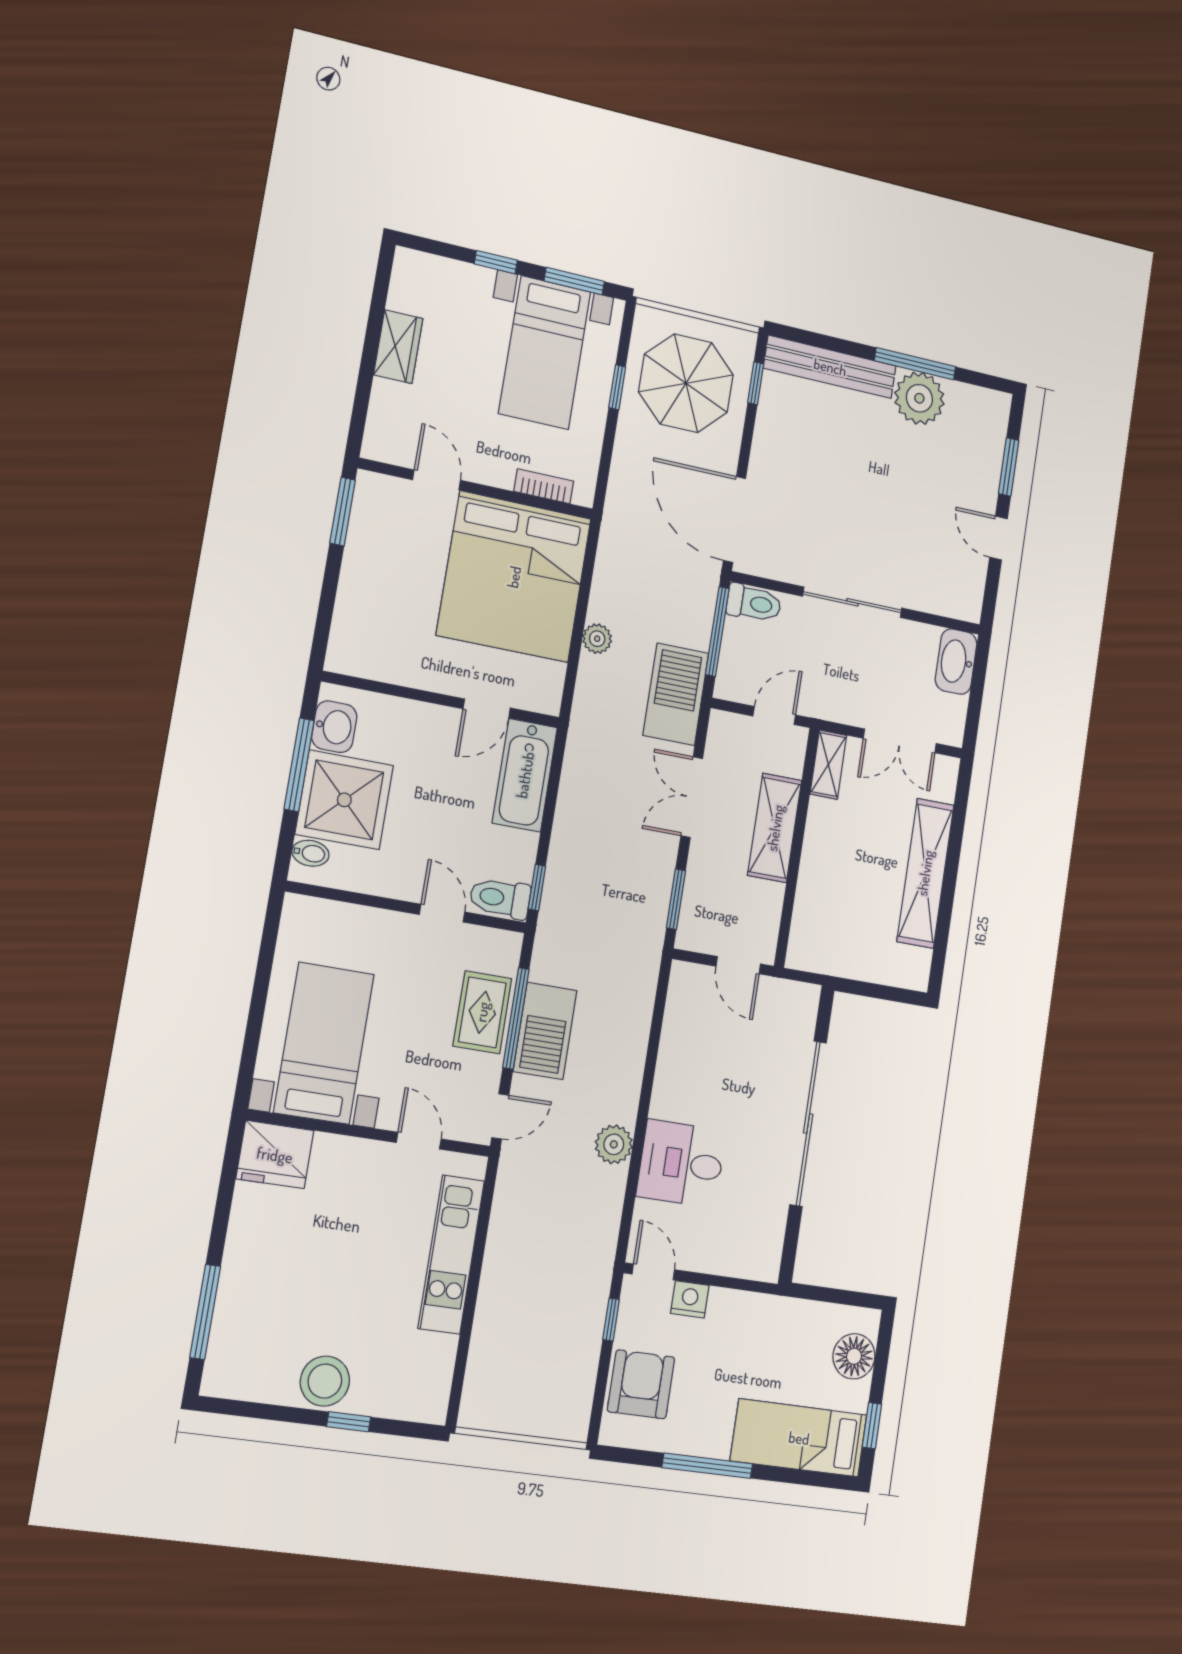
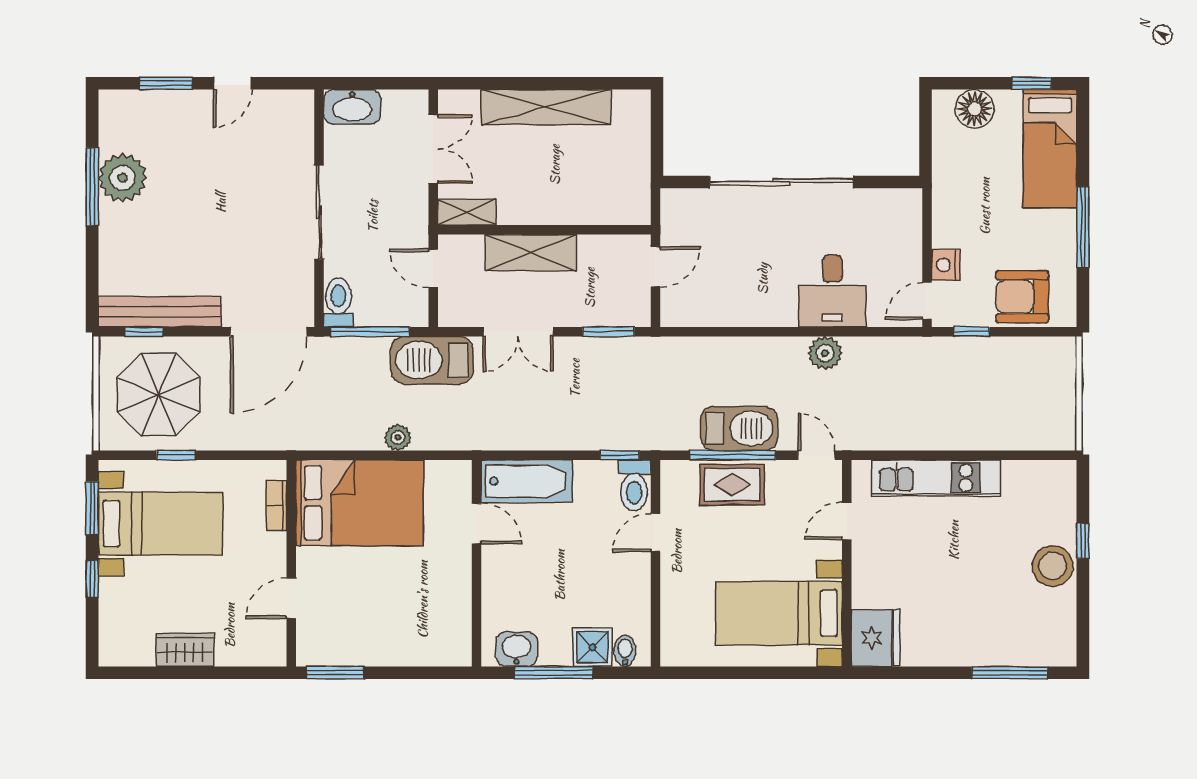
bench: (830, 367) -> (160, 312), moved, turned 90
bed: (514, 577) -> (360, 503), width x0.73
shower: (344, 800) -> (592, 647), width x0.54, depth x0.54

